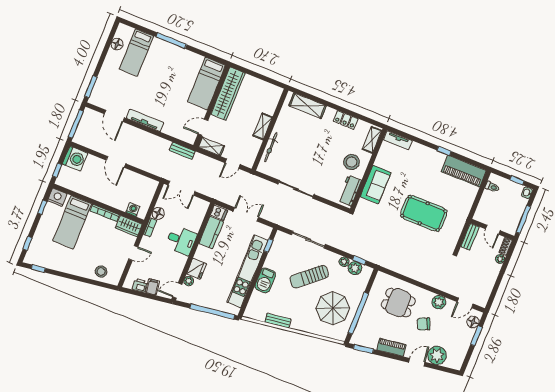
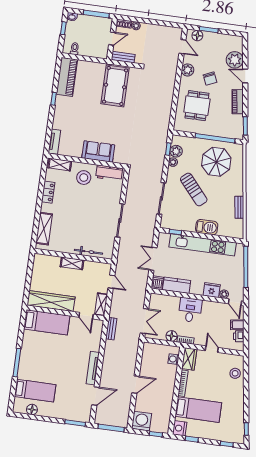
pool table: (424, 213) -> (115, 86), moved

